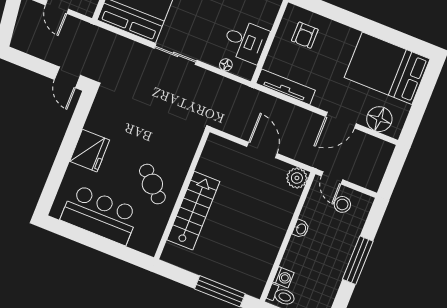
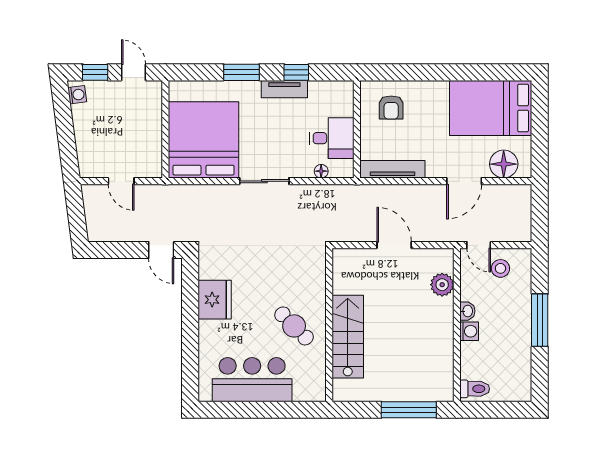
fridge: (90, 151) -> (215, 300), moved
plant: (297, 178) -> (442, 285), moved
washing machine: (283, 277) -> (469, 331), moved

